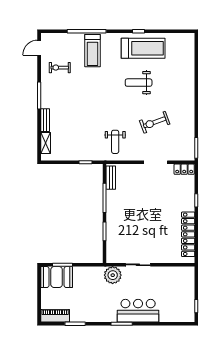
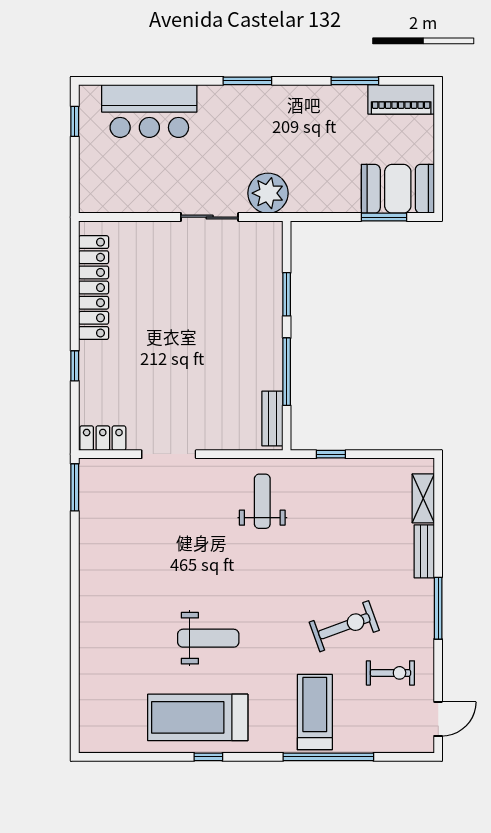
exercise bike: (155, 122) -> (344, 626), moved
bar counter: (138, 311) -> (149, 111), moved

